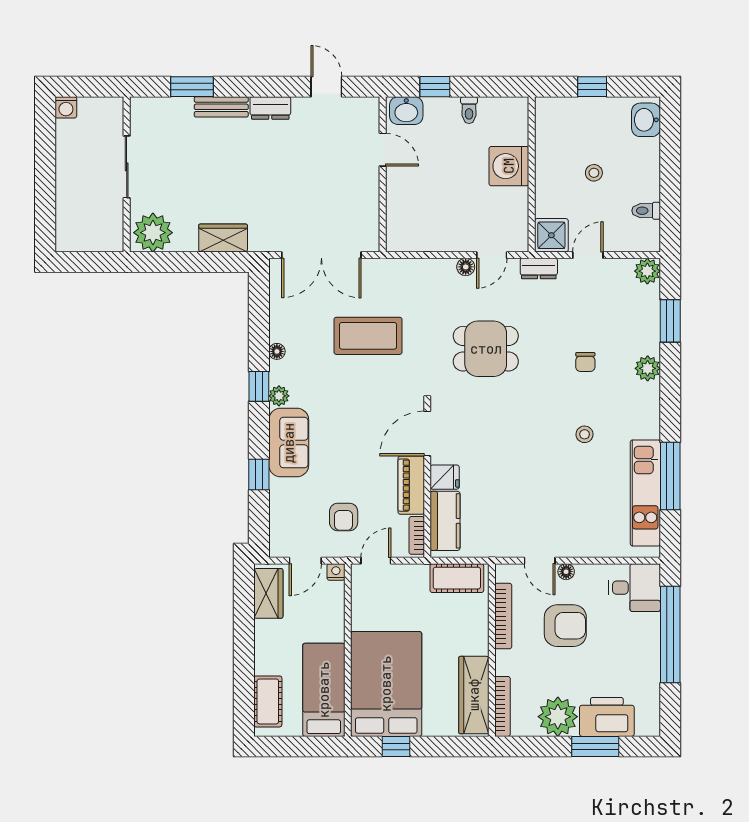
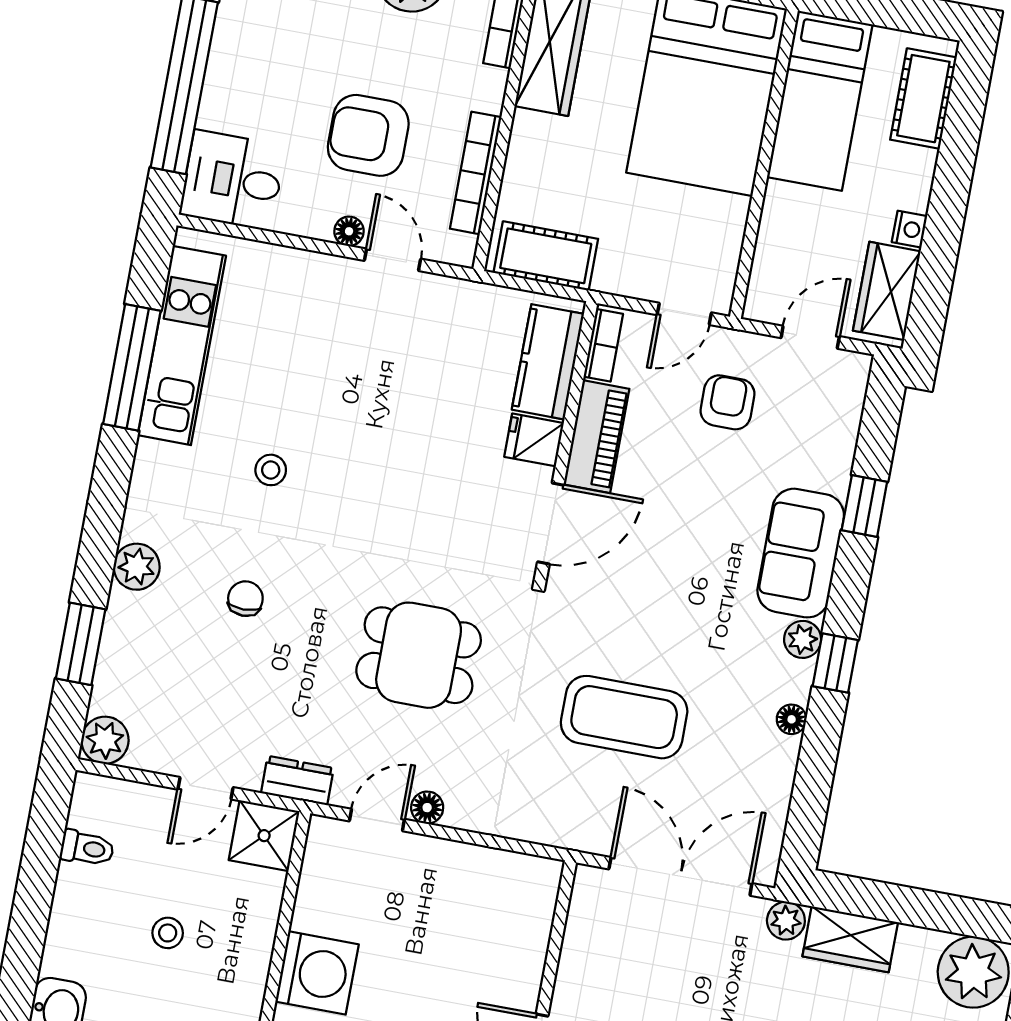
plant: (260, 242) -> (786, 921), added
nightstand: (336, 572) -> (909, 229), moved, turned -90

